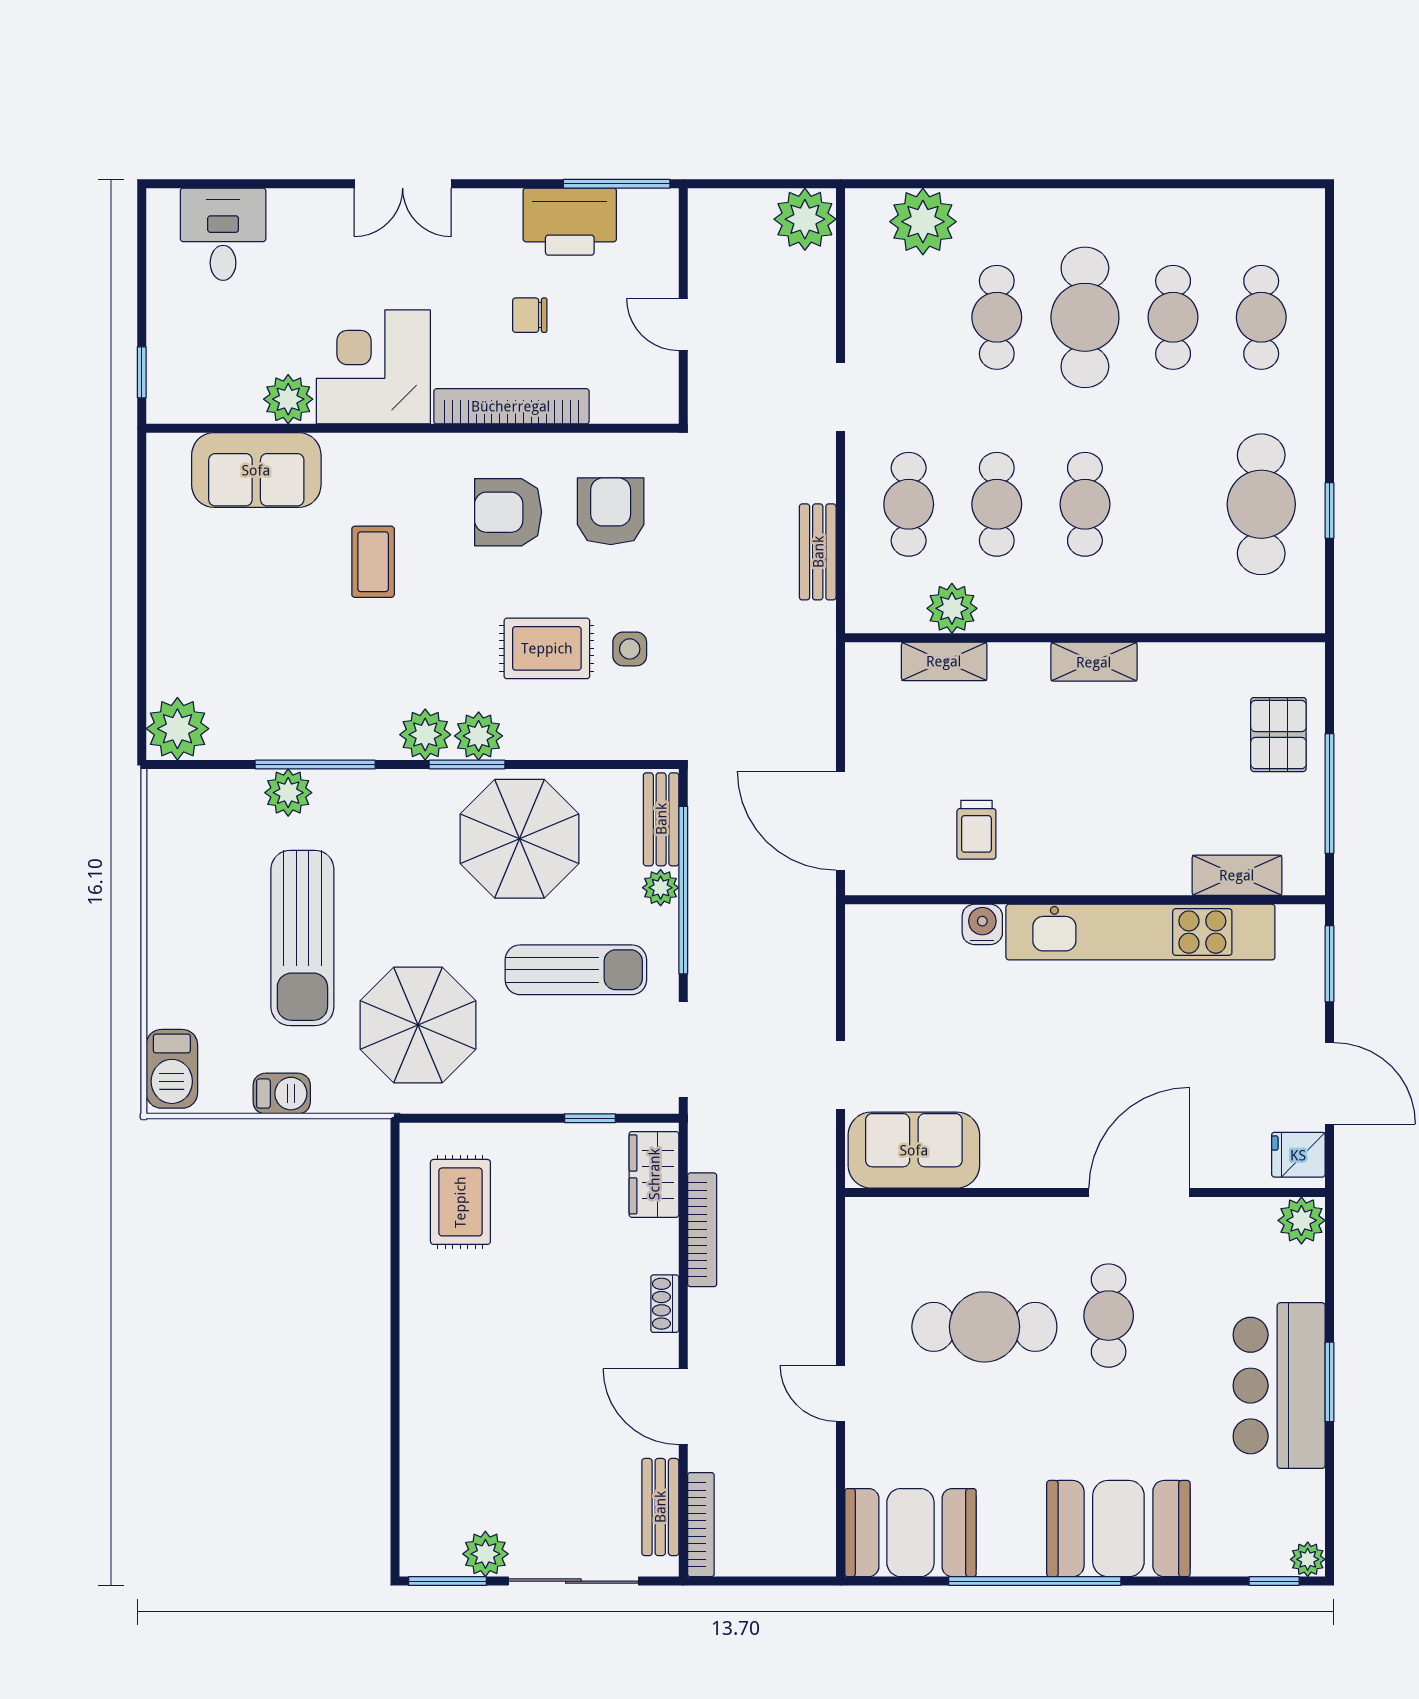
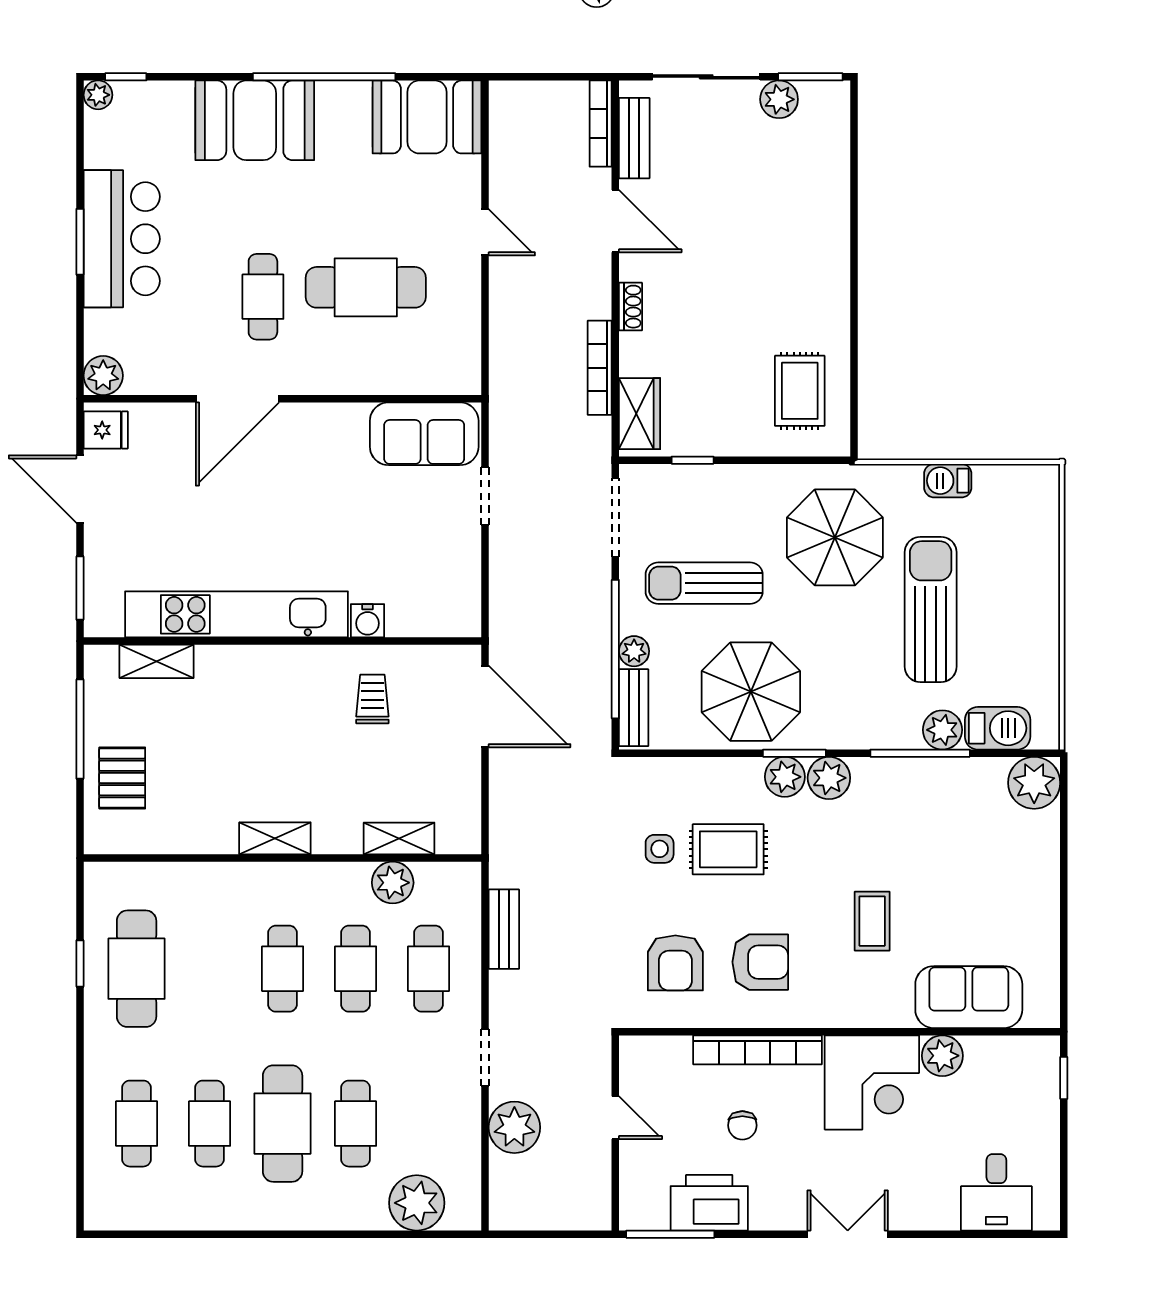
plant: (805, 219) -> (514, 1127), moved
chair: (530, 315) -> (742, 1125), turned 90
barbecue: (172, 1069) -> (998, 728), moved, turned 90

